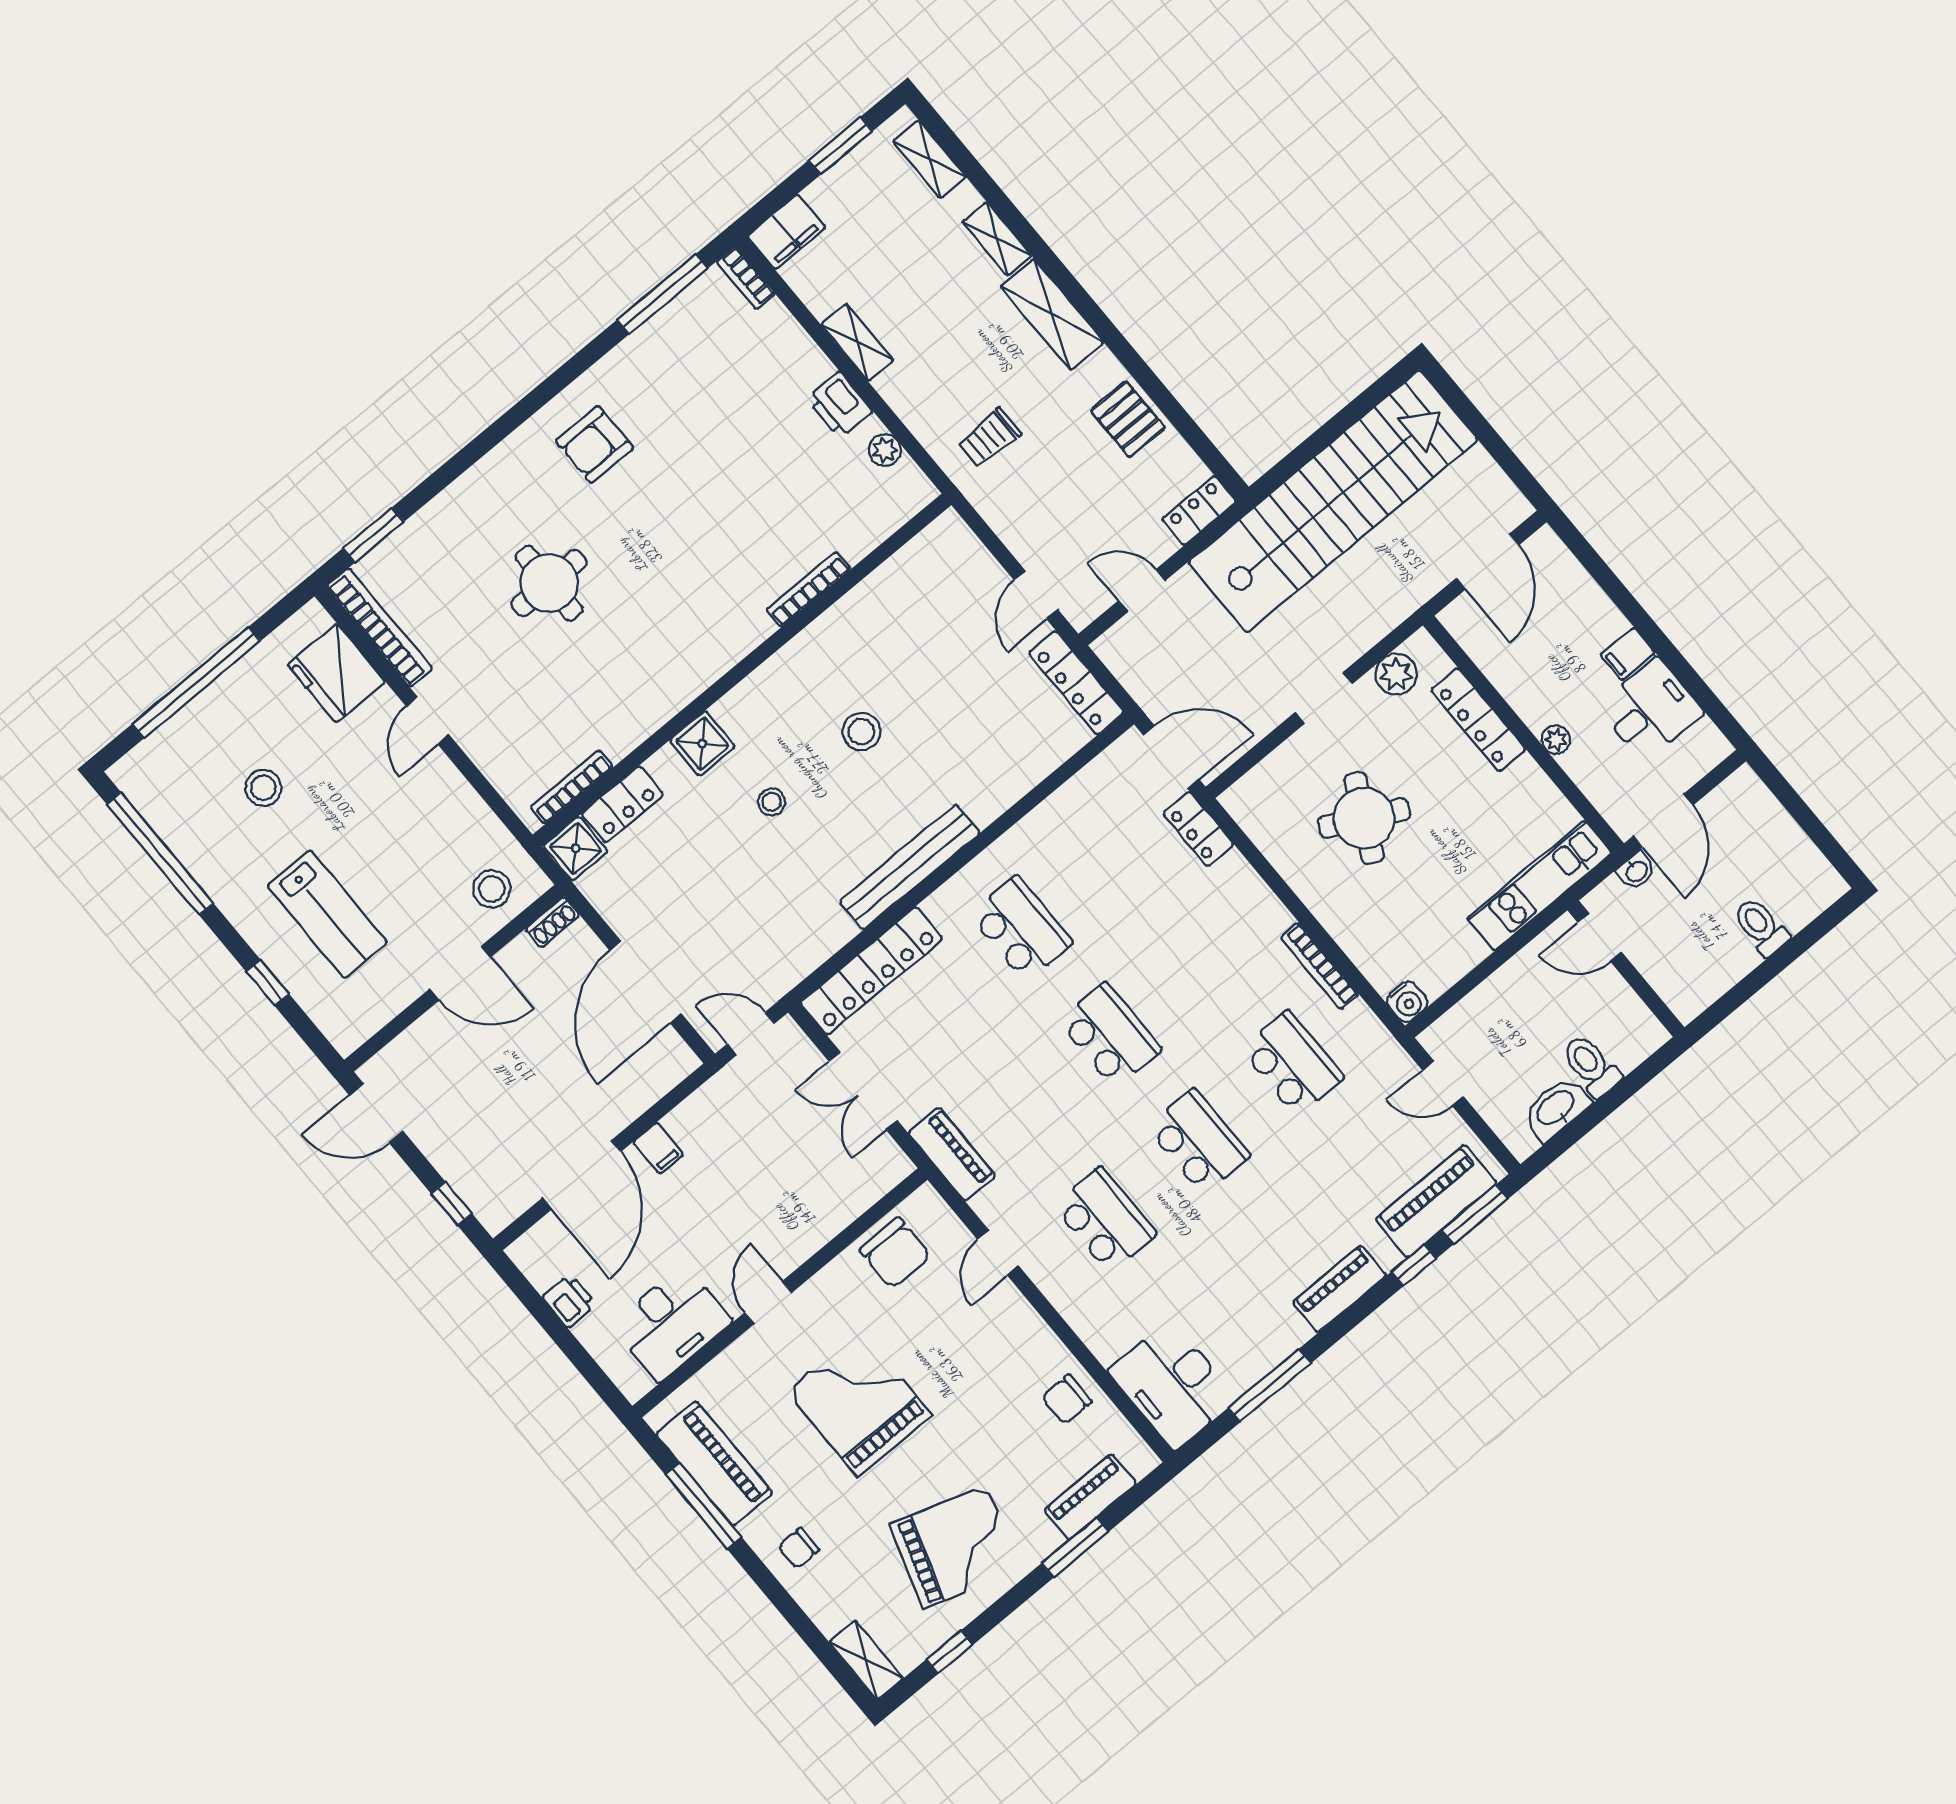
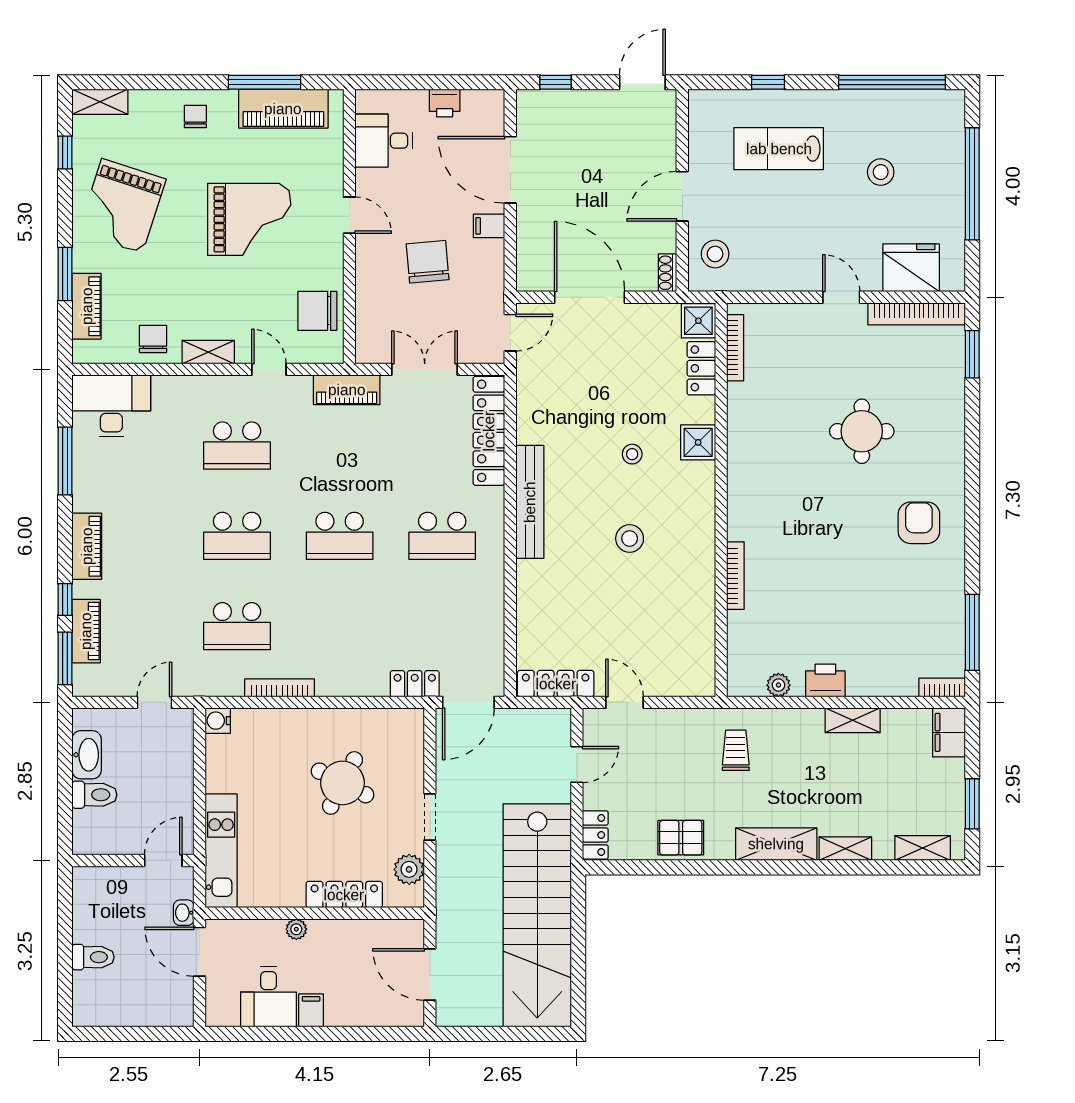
chair: (749, 1181) -> (428, 262), added
piano: (1436, 1201) -> (86, 631), width x0.73, depth x0.75
desk: (671, 1323) -> (384, 141), width x0.73
shelving: (1033, 1331) -> (208, 352), added

